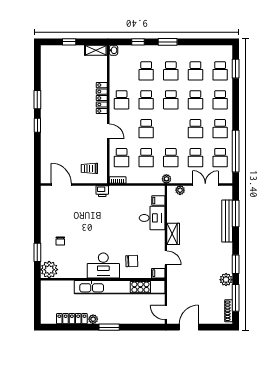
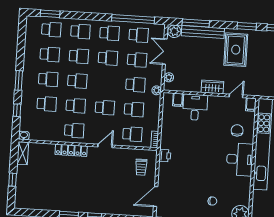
rug: (212, 255) -> (236, 50), added
plant: (226, 280) -> (174, 31), moved

